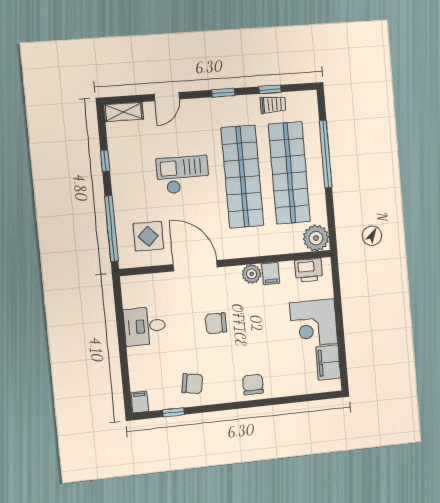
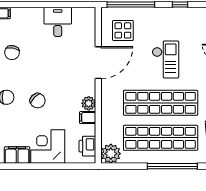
chair: (216, 323) -> (38, 101), moved, turned 135

